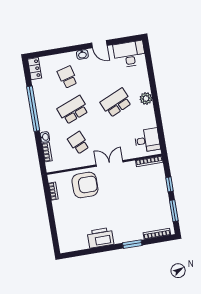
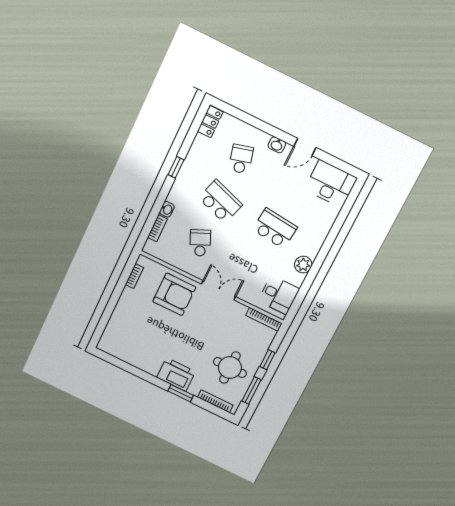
door: (99, 44) -> (305, 147), hinge flipped
plant: (146, 98) -> (303, 265), moved
school desk: (116, 103) -> (275, 228), turned 30
window: (33, 109) -> (176, 167), width x0.32
school desk: (73, 110) -> (220, 201), turned 39
round table: (150, 206) -> (230, 368), added
printer: (100, 238) -> (176, 375), moved

